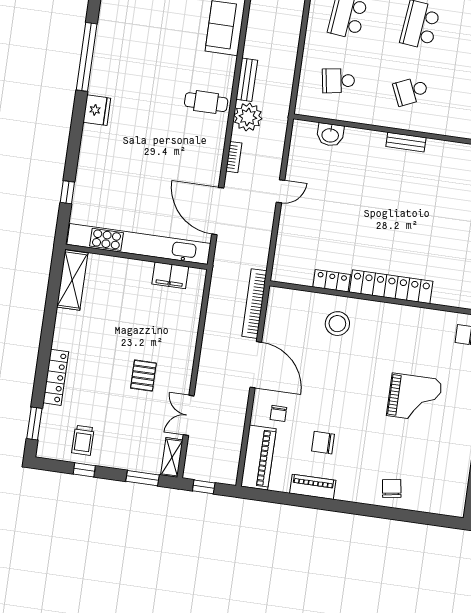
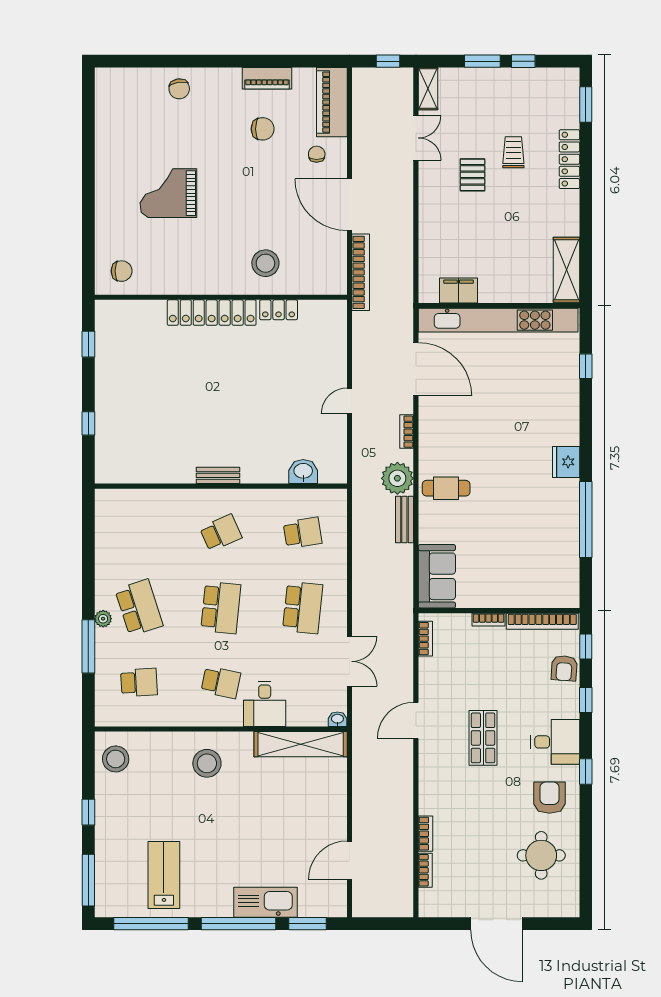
trolley: (83, 440) -> (513, 152), moved
window: (142, 478) -> (482, 61), moved

